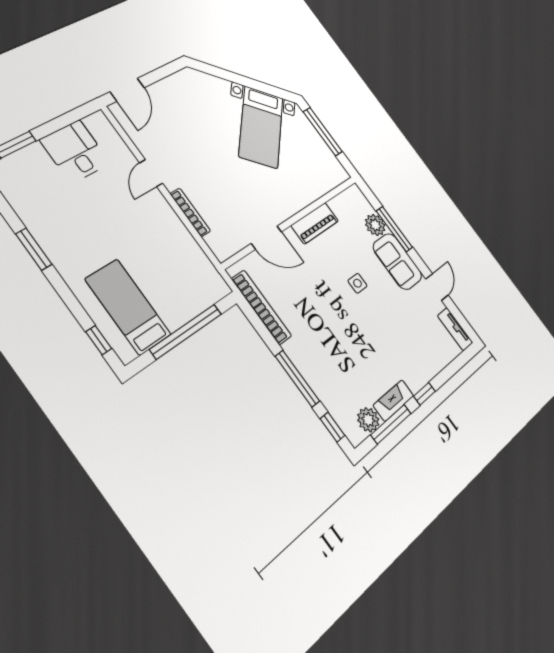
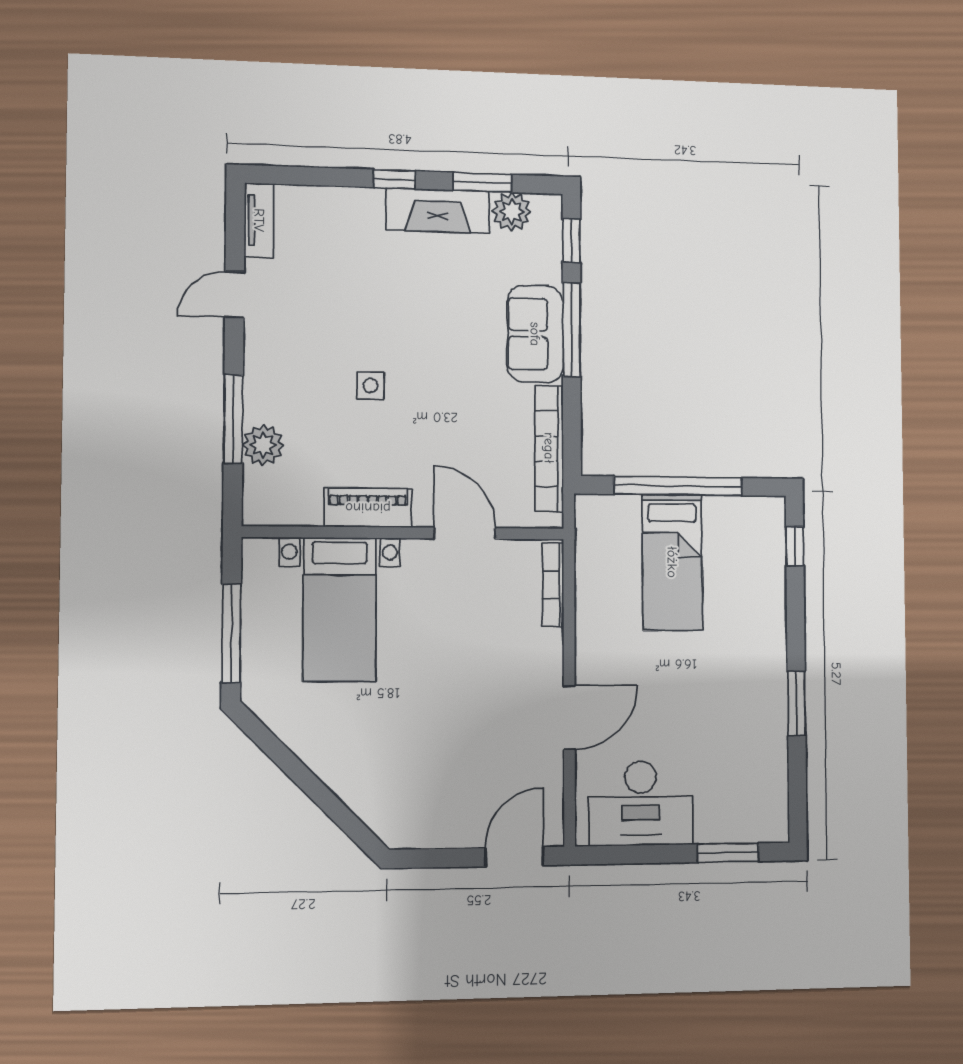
bed with nightstands: (261, 127) -> (339, 609), moved, turned 135
desk: (75, 152) -> (641, 803), width x1.37
door: (151, 173) -> (569, 718), width x1.38
bookcase: (190, 212) -> (553, 585), moved
sofa: (397, 261) -> (535, 334), moved, turned 180
bed: (128, 307) -> (672, 562), moved
fireplace: (393, 400) -> (438, 211), width x1.37, depth x1.32
window: (391, 424) -> (482, 182), width x0.69

